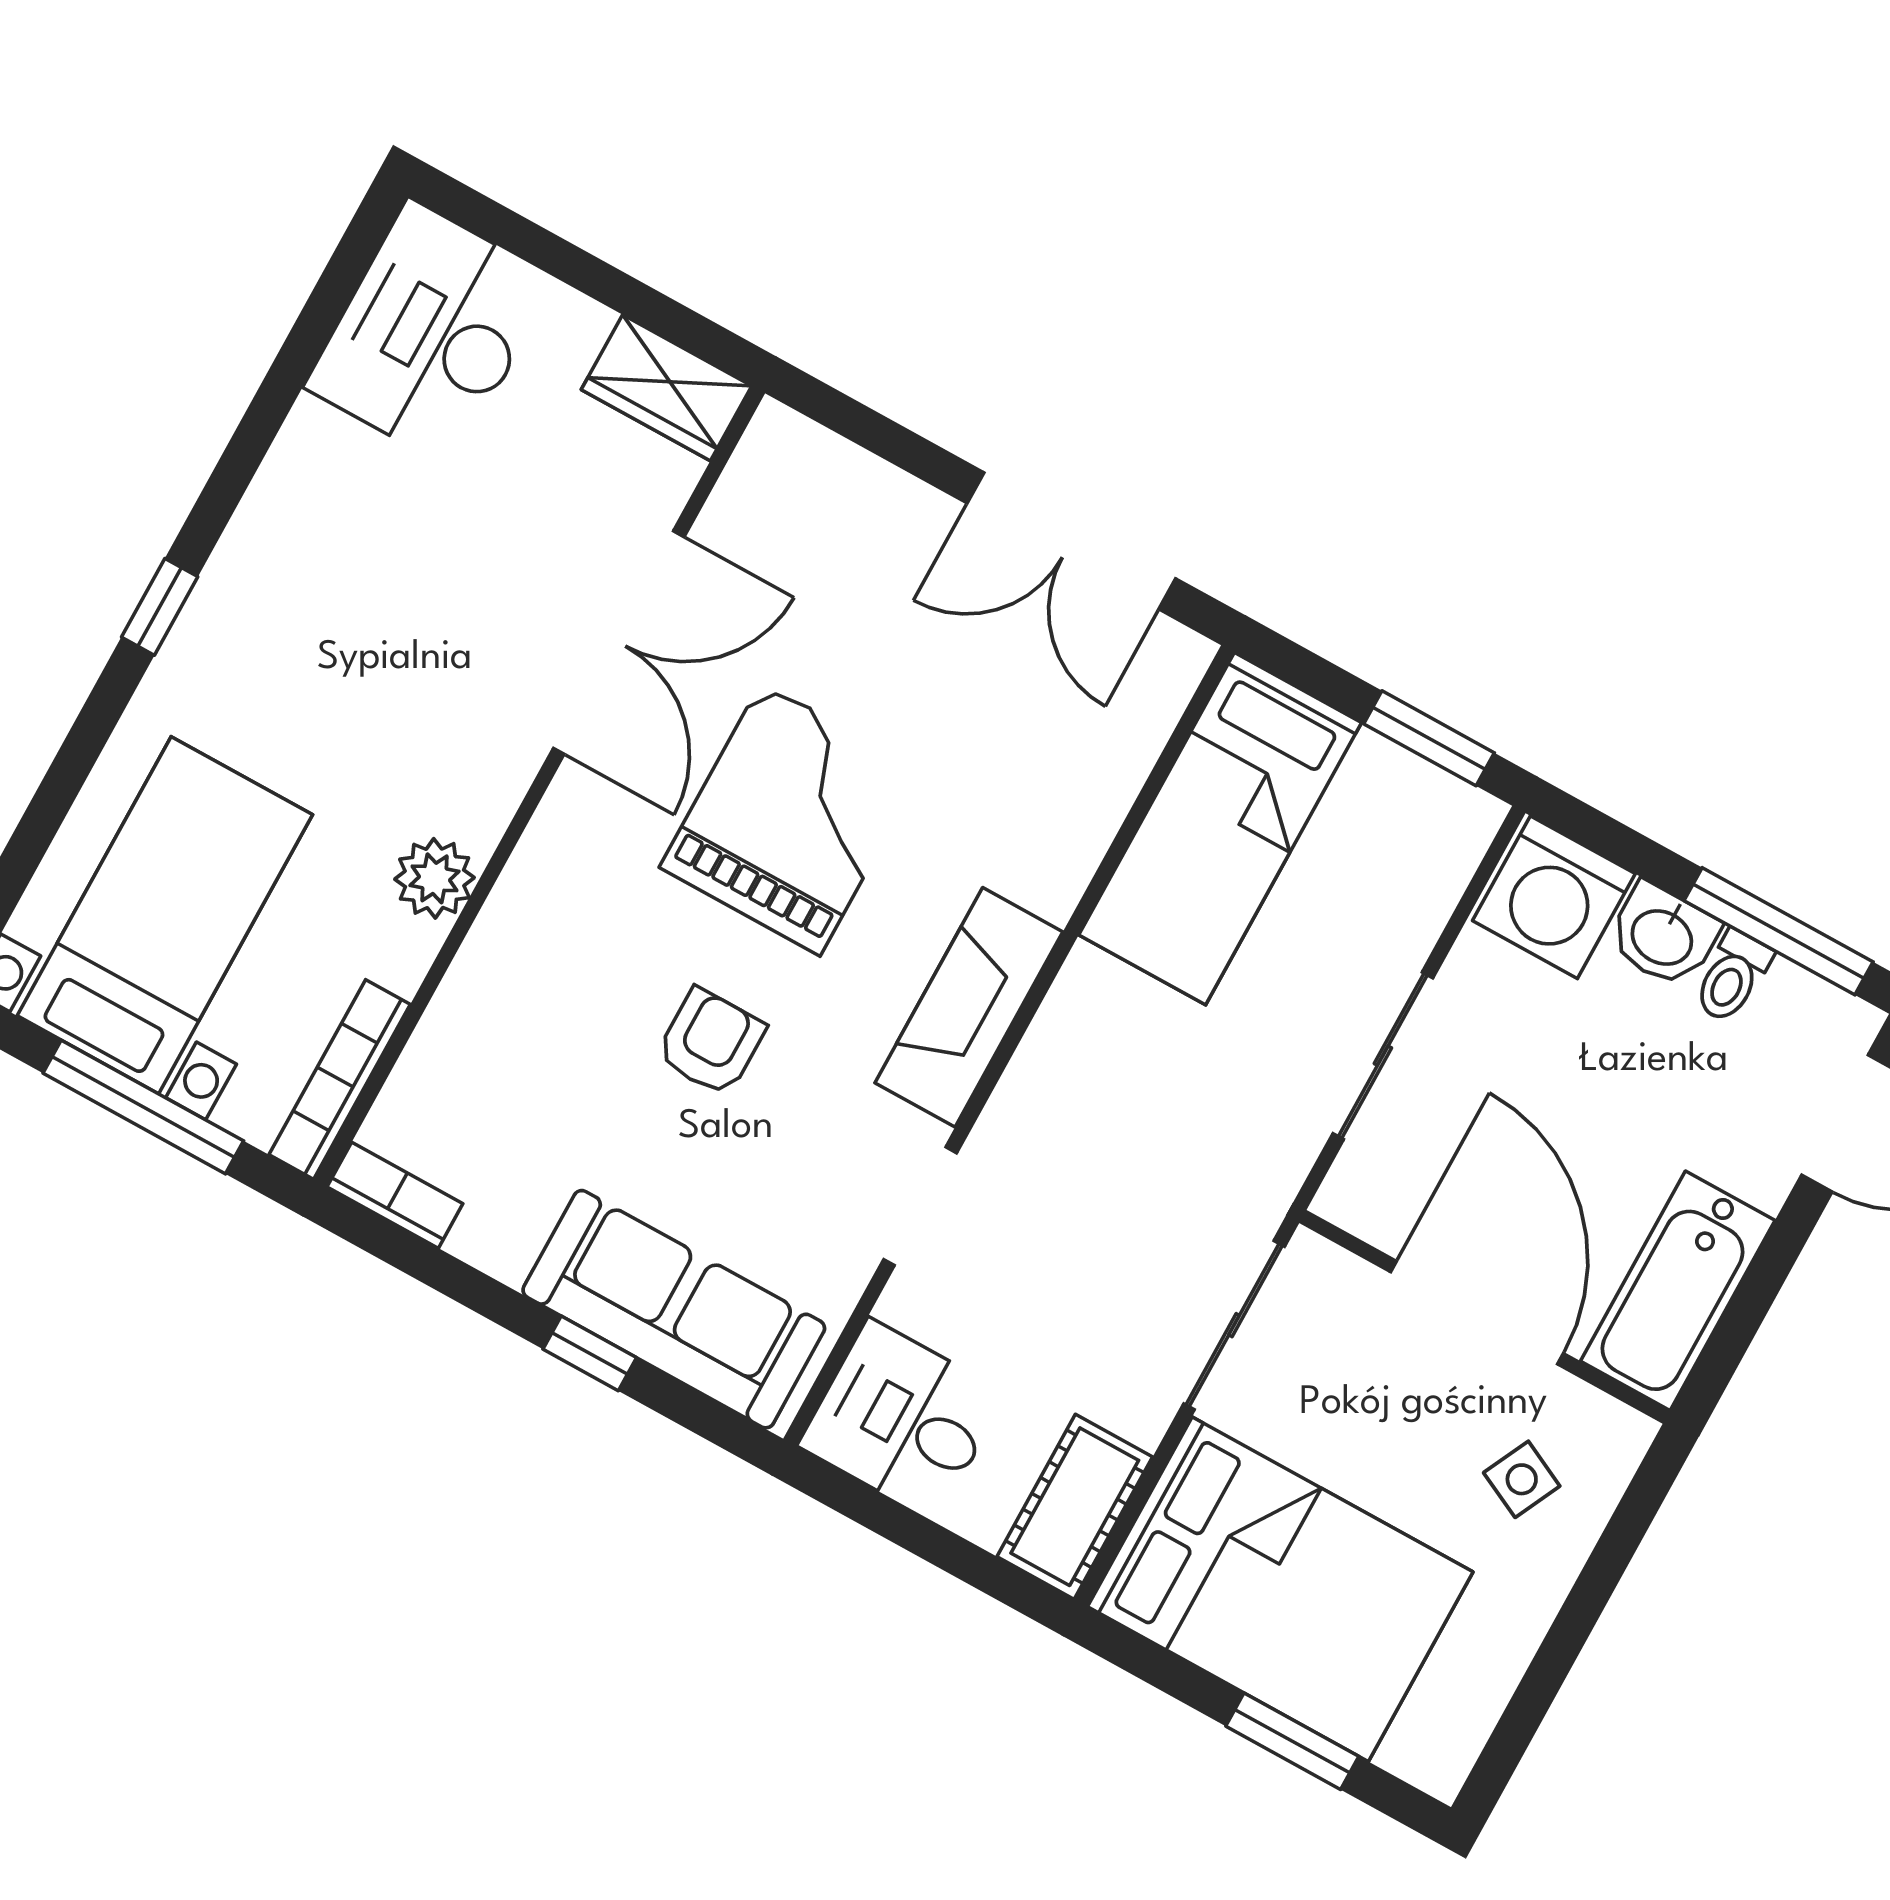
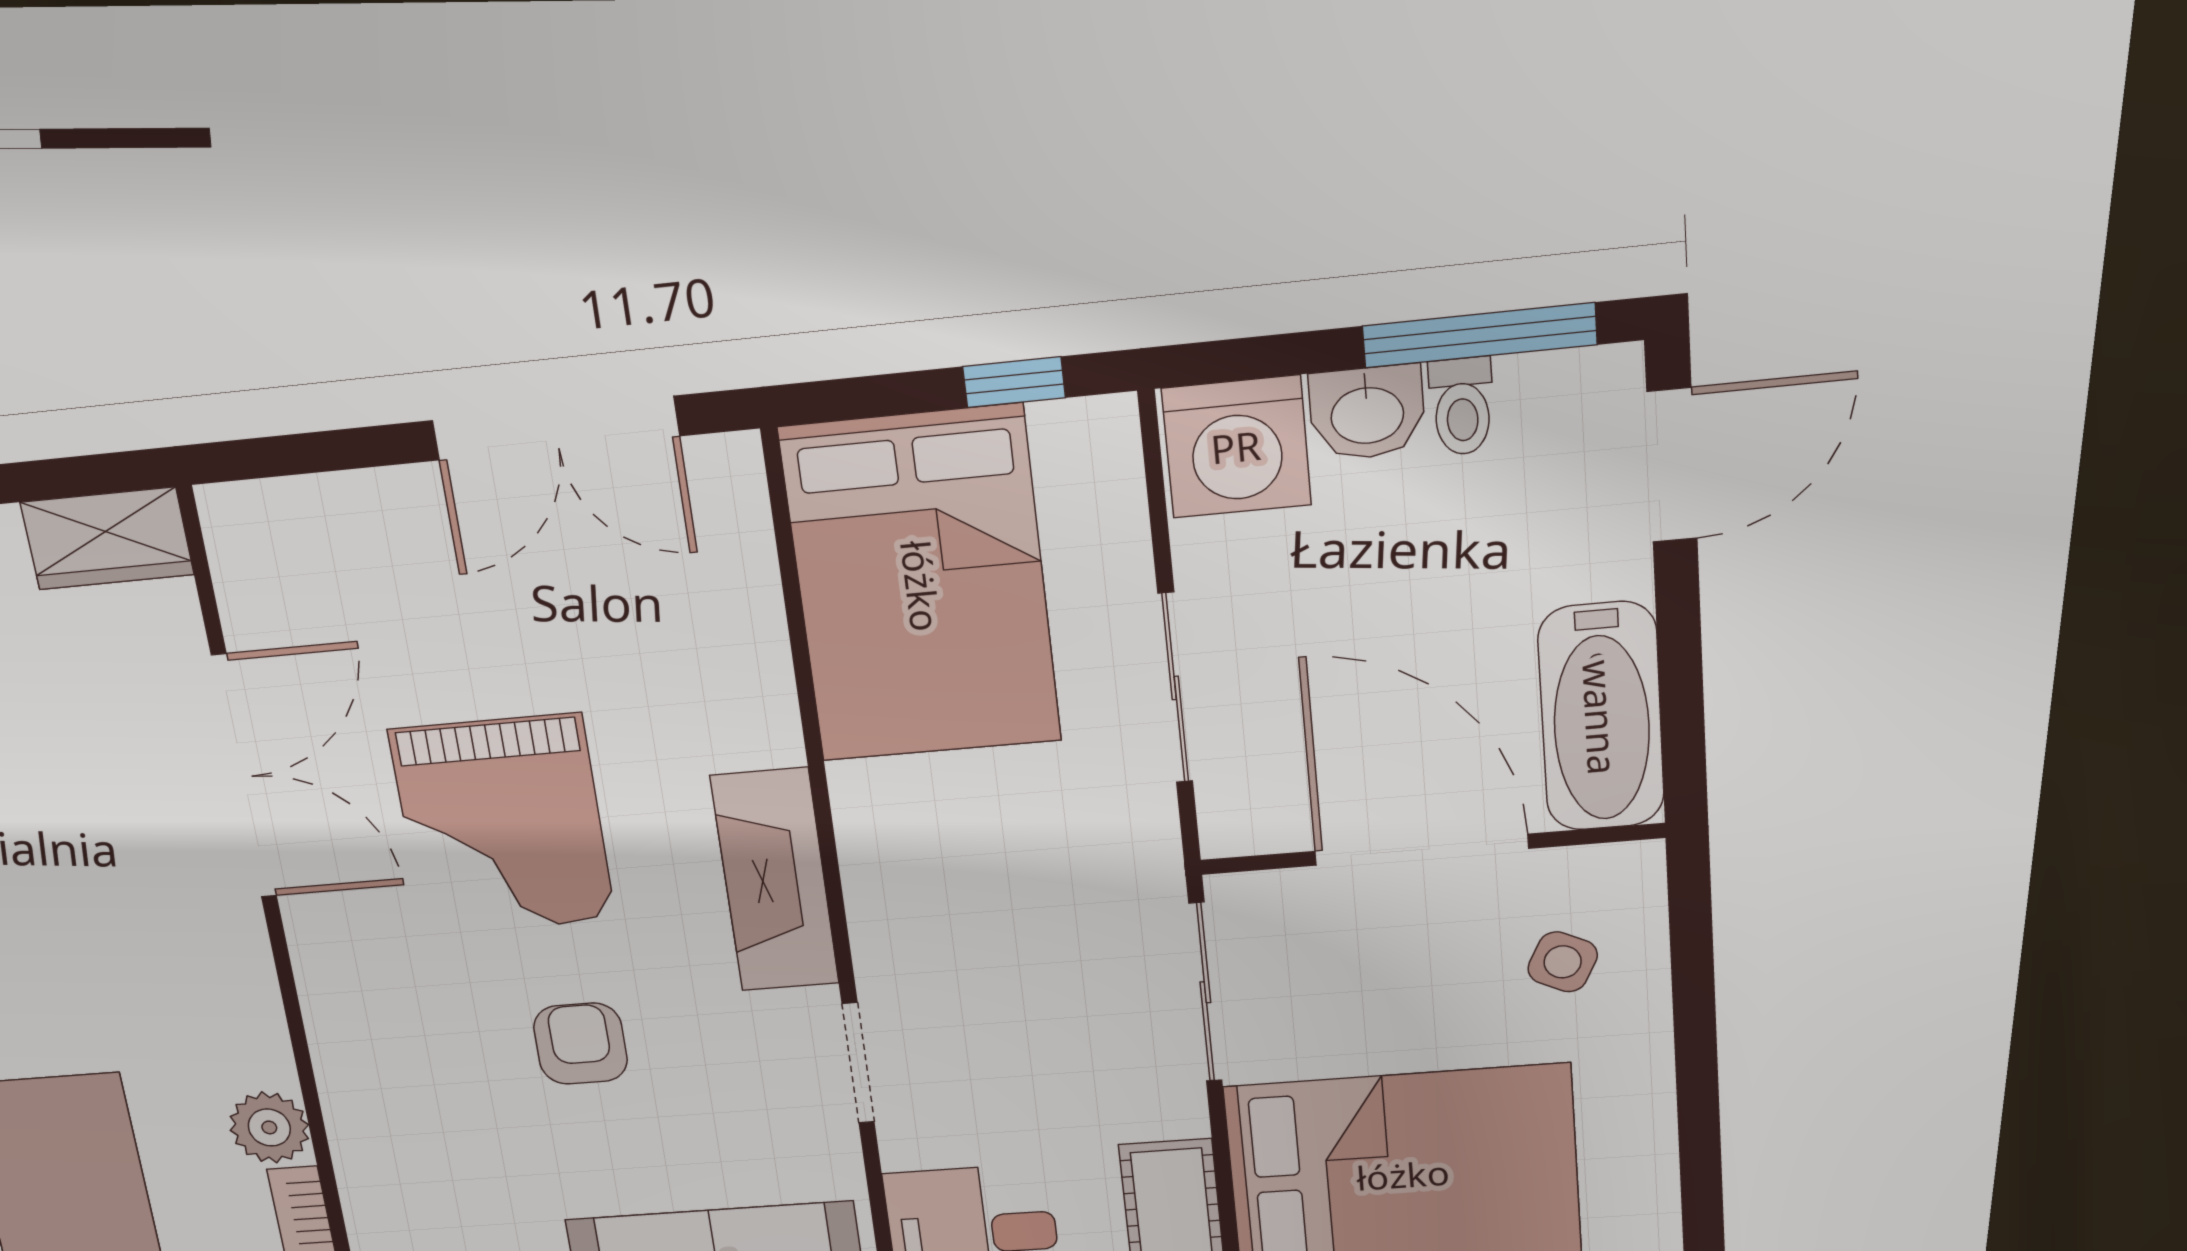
window: (1429, 738) -> (1014, 382), width x0.67
grand piano: (791, 819) -> (502, 825), turned 180
bed: (1220, 829) -> (921, 586), width x1.50
plant: (434, 878) -> (269, 1127), moved

